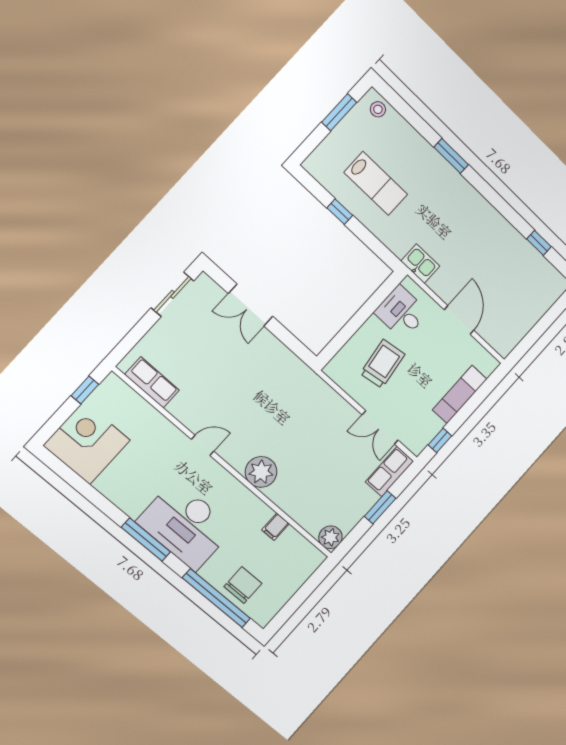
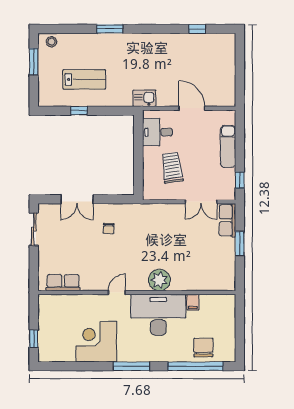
chair: (256, 368) -> (109, 229), added
window: (85, 390) -> (34, 339), moved
corner desk: (87, 443) -> (96, 342), moved
desk: (185, 525) -> (158, 315), moved, turned 180
plant: (330, 537) -> (227, 283), removed

